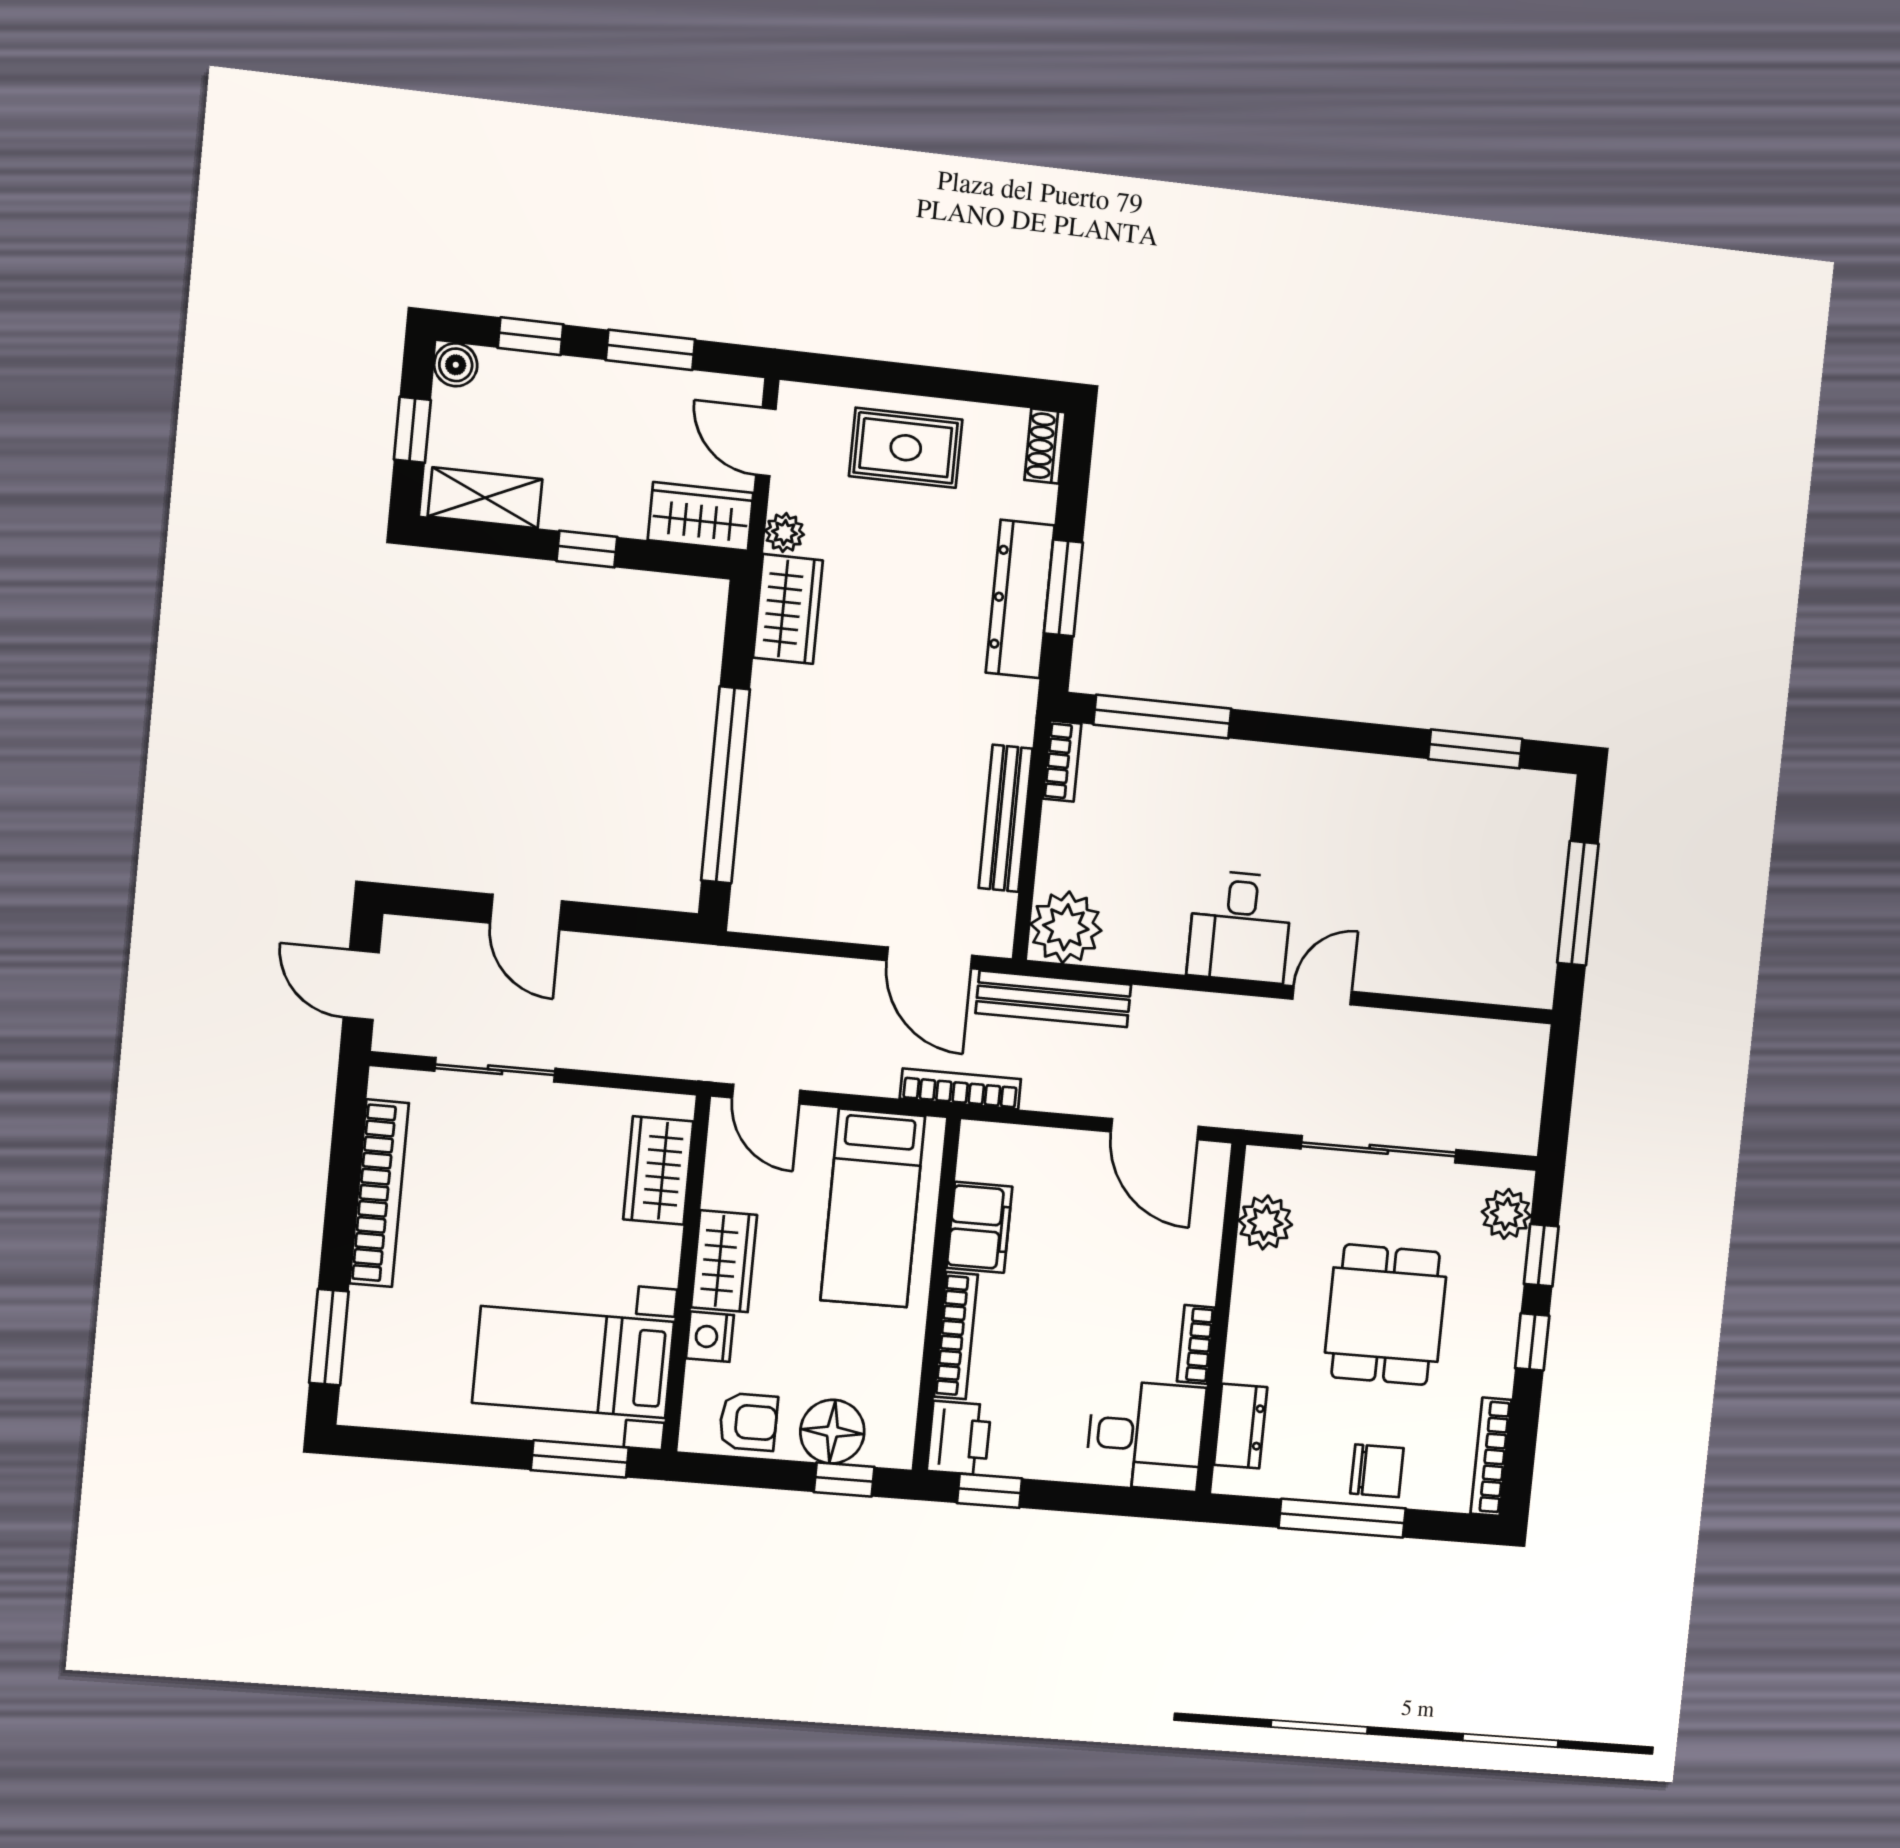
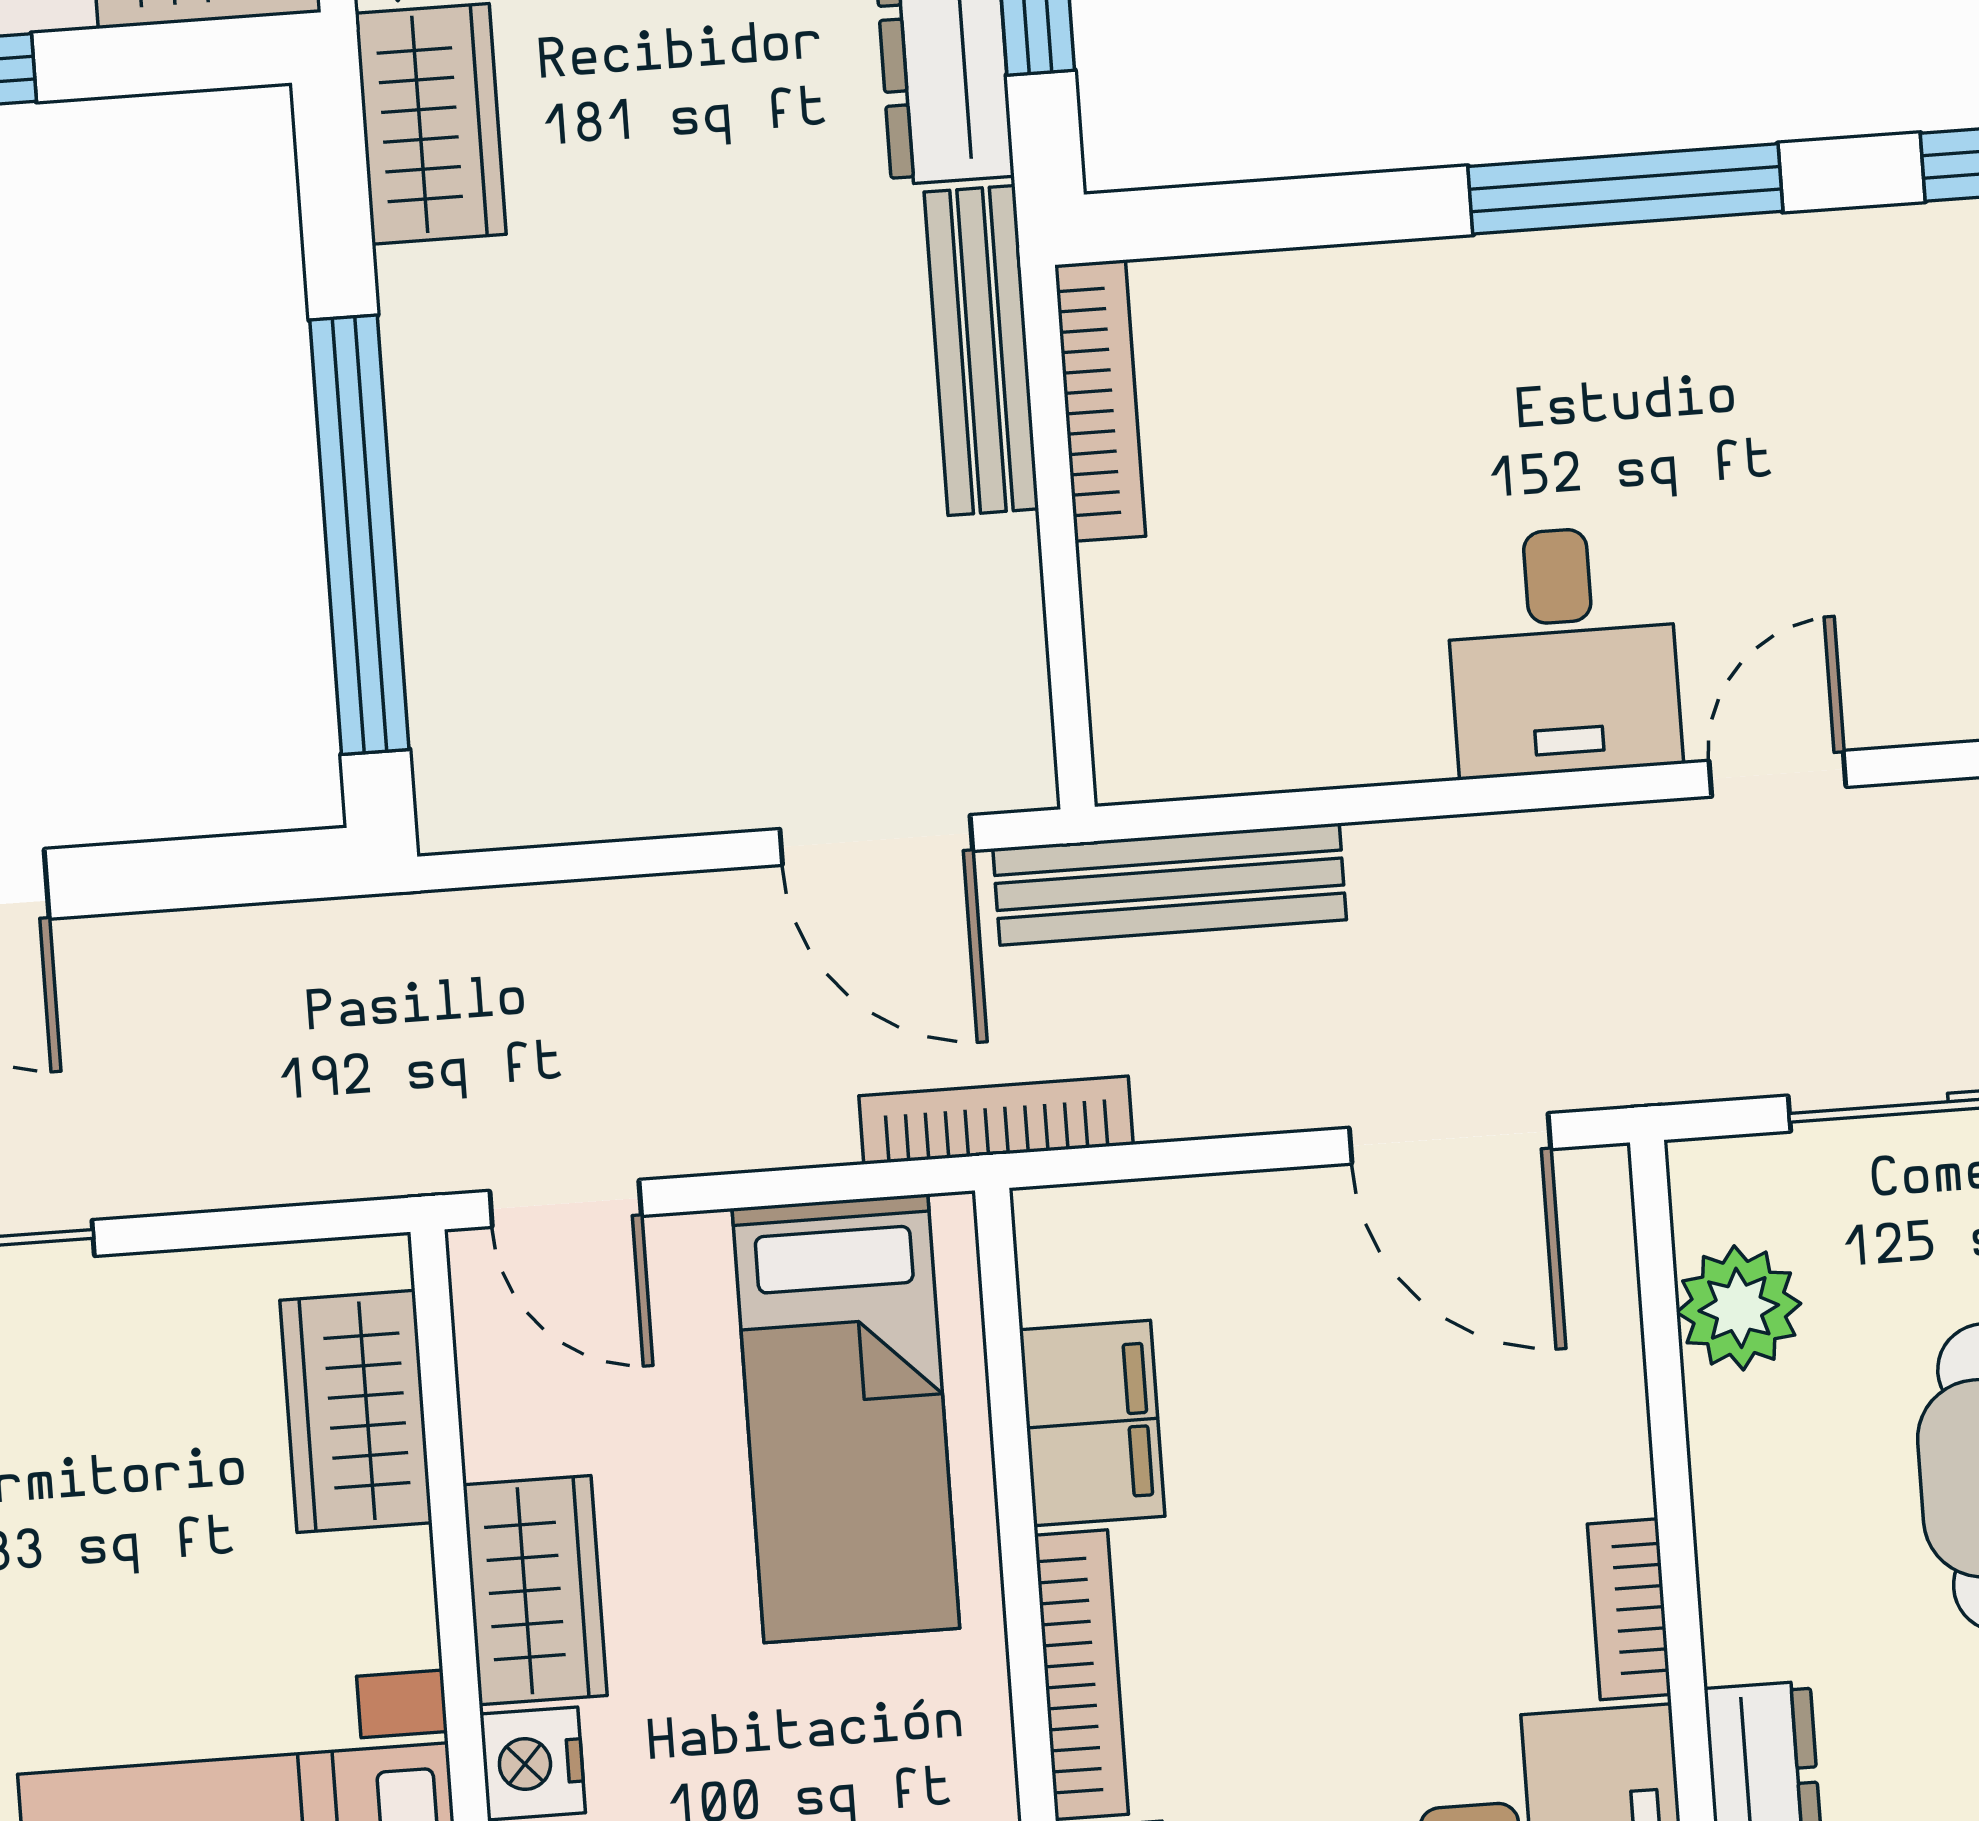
window: (1162, 717) -> (1625, 189), moved
bookcase: (1062, 761) -> (1100, 401), width x1.56
bench: (1006, 818) -> (981, 350), moved
plant: (1066, 927) -> (1170, 720), removed

